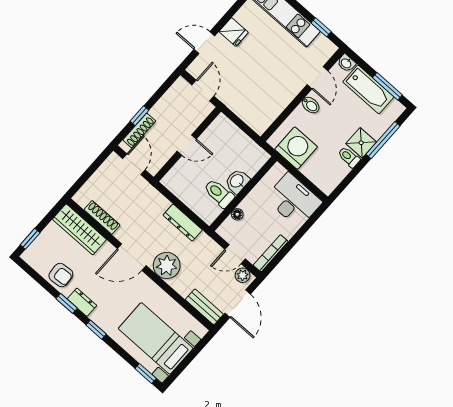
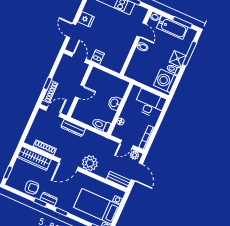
door: (204, 43) -> (71, 30), hinge flipped
dishwasher: (233, 99) -> (98, 57), added
washing machine: (296, 148) -> (165, 81), moved, turned -90
door: (134, 164) -> (53, 112), hinge flipped
toilet: (219, 193) -> (101, 125), moved
dresser: (183, 223) -> (73, 128), moved

